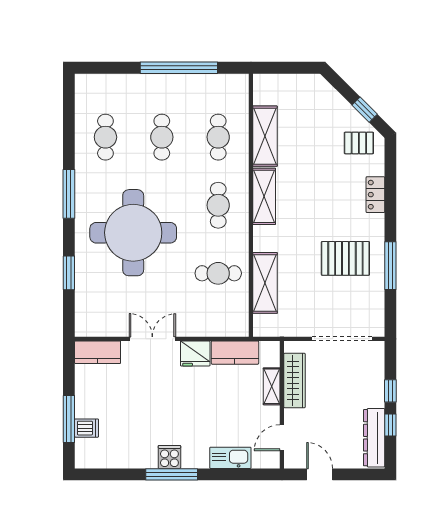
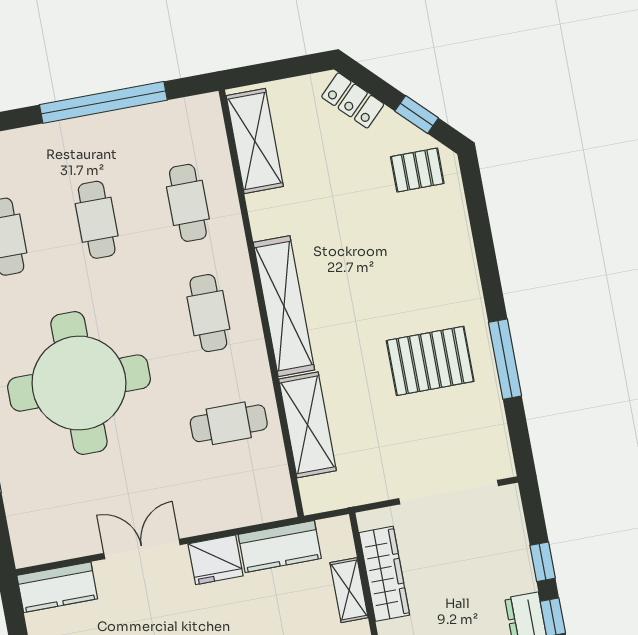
shelving: (265, 136) -> (255, 141), moved
locker: (375, 195) -> (353, 100), moved, turned -45
shelving: (264, 196) -> (284, 306), width x1.47

